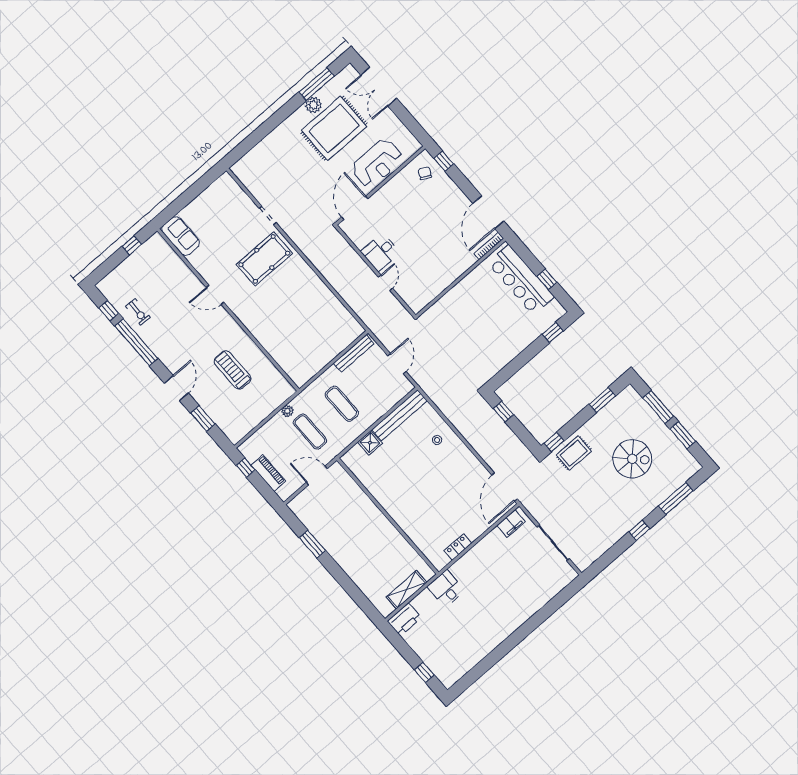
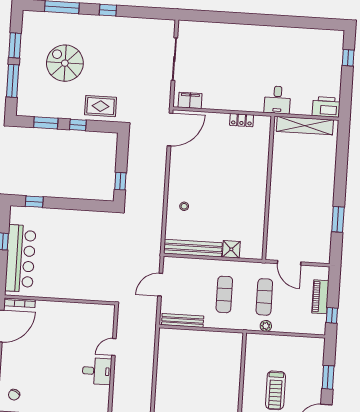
window: (554, 442) -> (78, 125), moved
shelving: (406, 590) -> (305, 126), width x1.47

